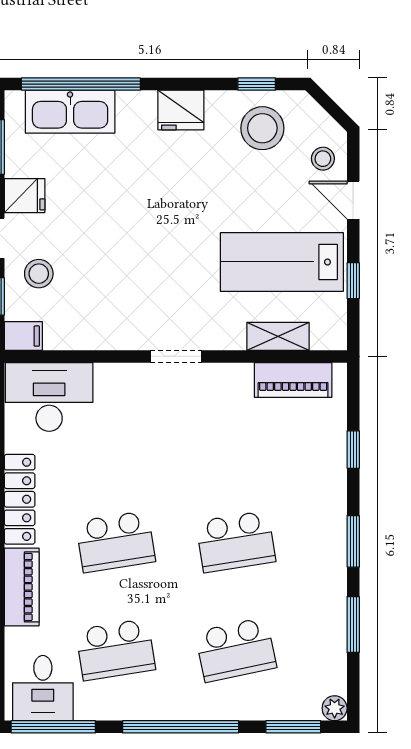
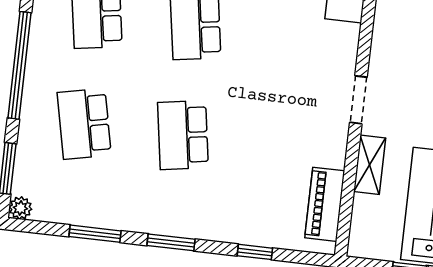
shelving: (278, 336) -> (370, 165), moved

